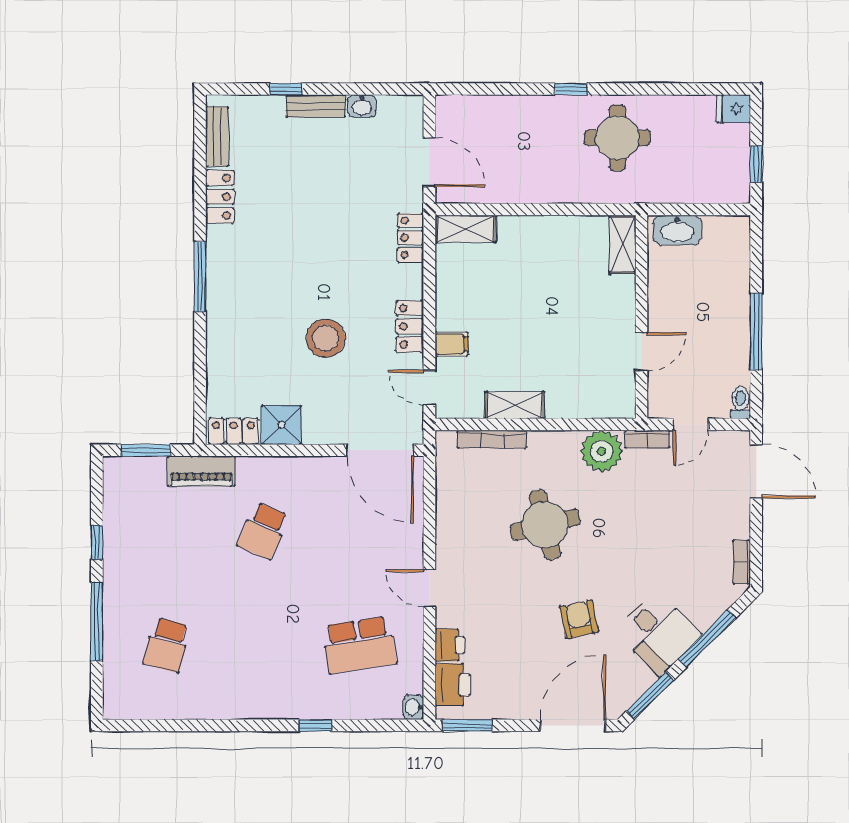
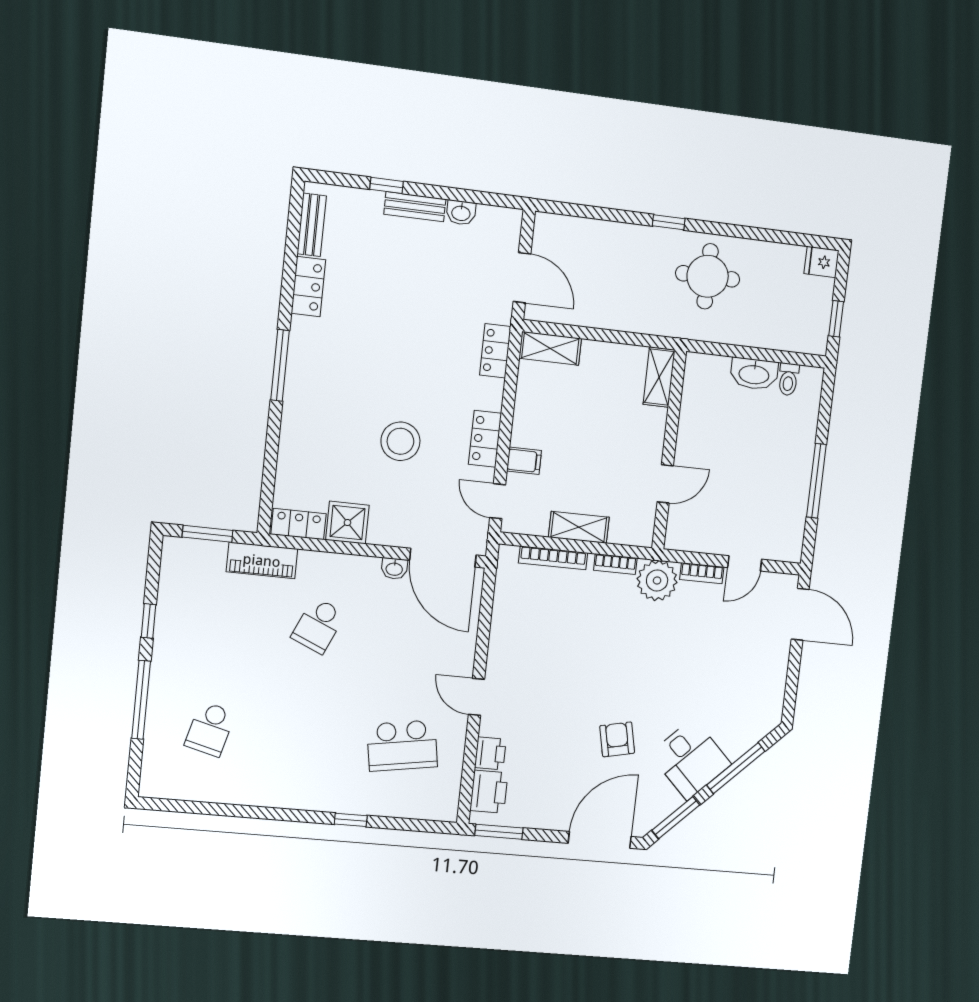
shelving: (623, 245) -> (659, 377), moved
wall: (641, 317) -> (669, 450), moved
door: (641, 352) -> (665, 484), moved
toilet: (740, 402) -> (788, 379), moved, turned 180
round table: (545, 525) -> (595, 646), removed
bookcase: (742, 562) -> (615, 564), moved, turned -90
washbasin: (413, 707) -> (394, 569), moved, turned -90

